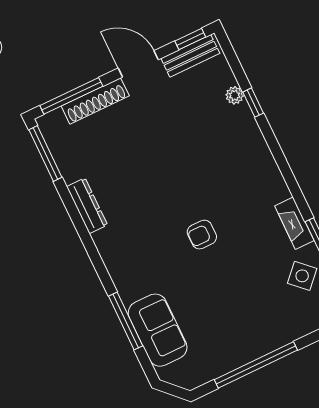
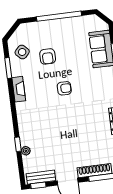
fireplace: (294, 223) -> (19, 89), moved
armchair: (252, 283) -> (48, 56), added

